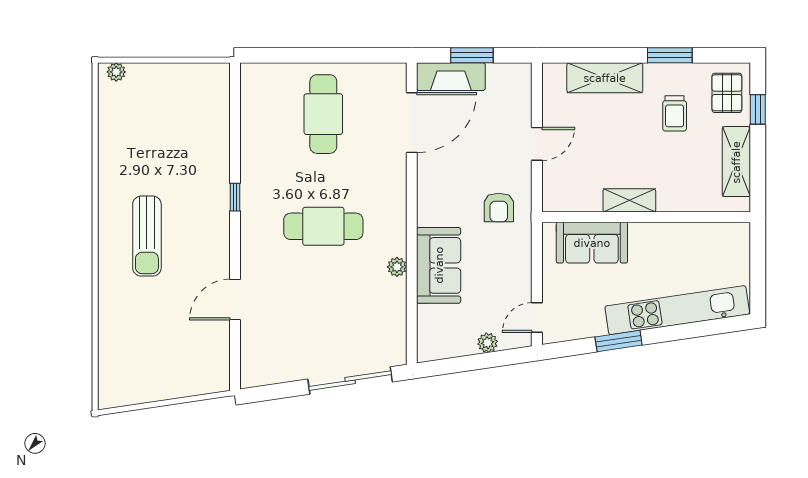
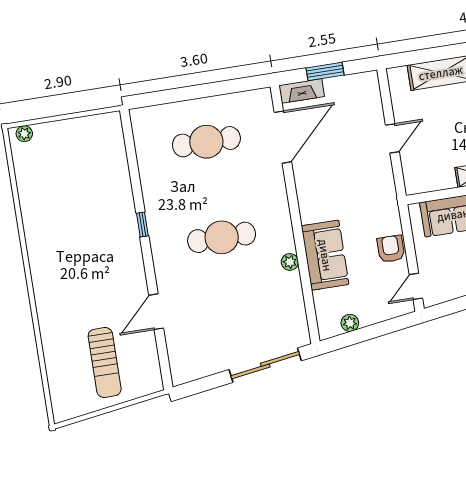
fireplace: (451, 77) -> (302, 91), width x0.73, depth x0.76
cafe table: (323, 114) -> (206, 142), turned 90
armchair: (499, 208) -> (391, 249), moved, turned 180
sun lounger: (147, 236) -> (105, 363), moved
plant: (488, 343) -> (350, 323), moved

